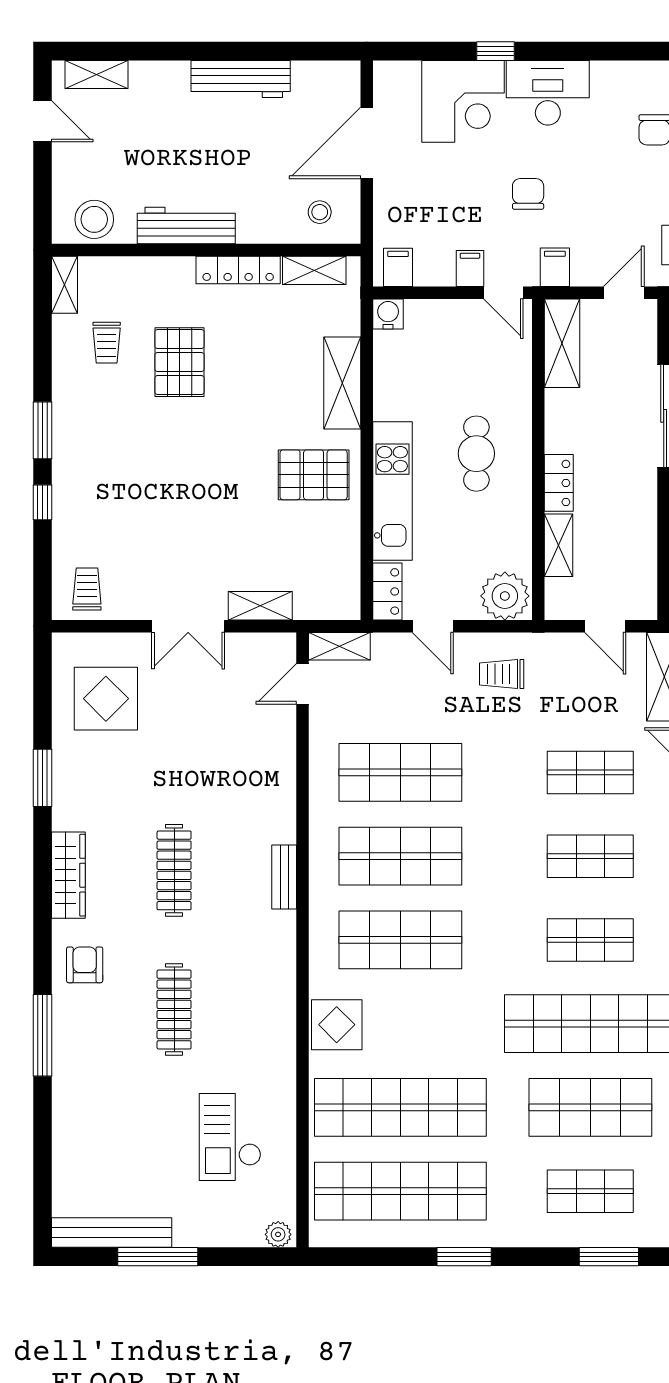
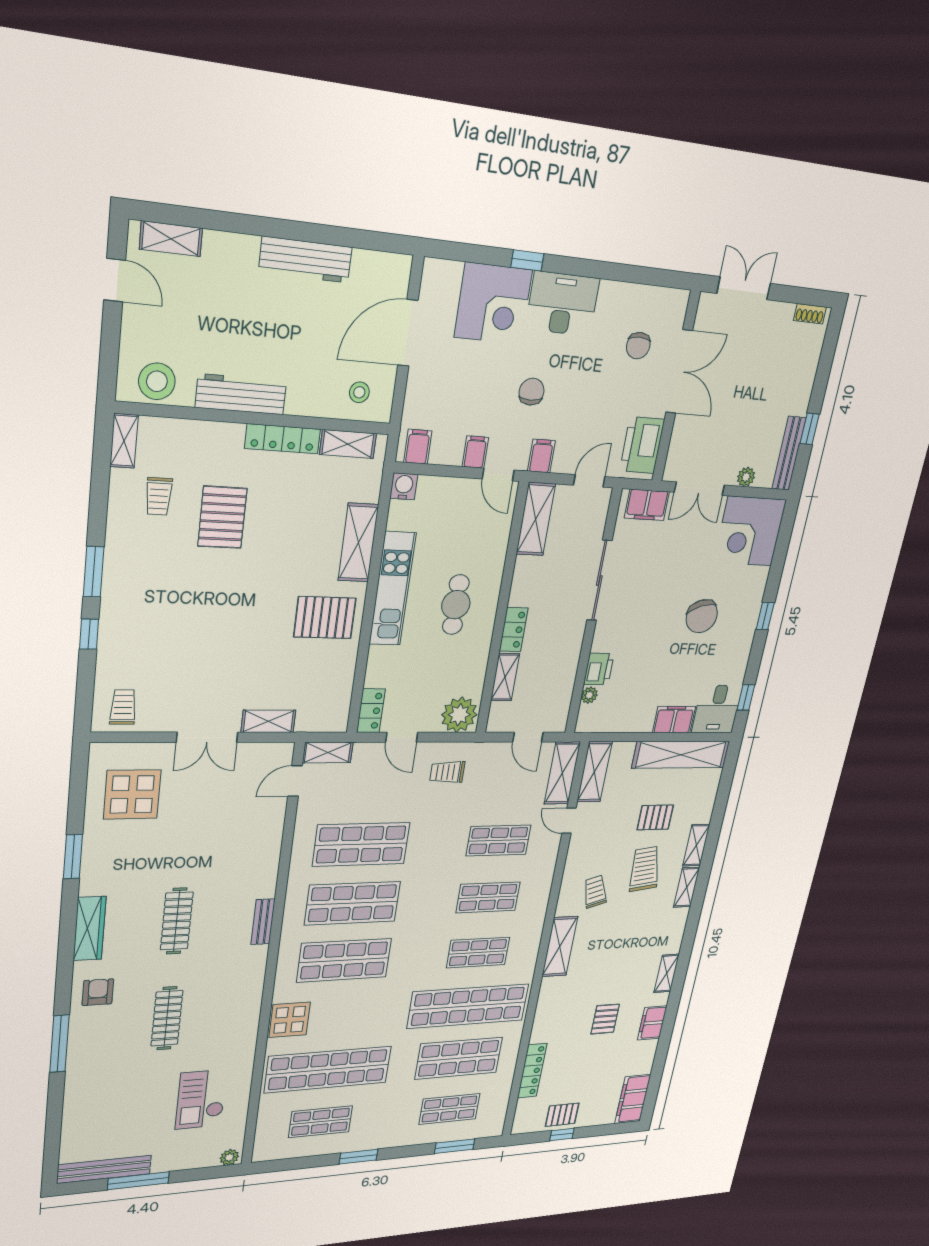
kitchen unit: (392, 491) -> (393, 589), moved
shop shelf: (400, 1191) -> (321, 1122), width x0.50, depth x0.74

